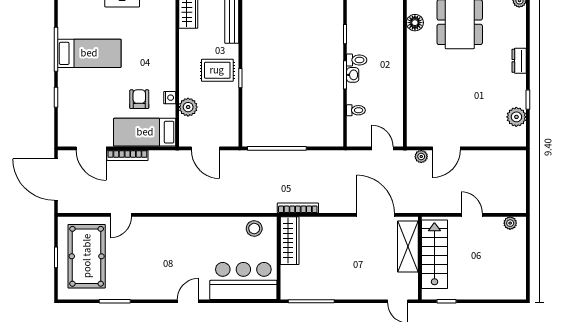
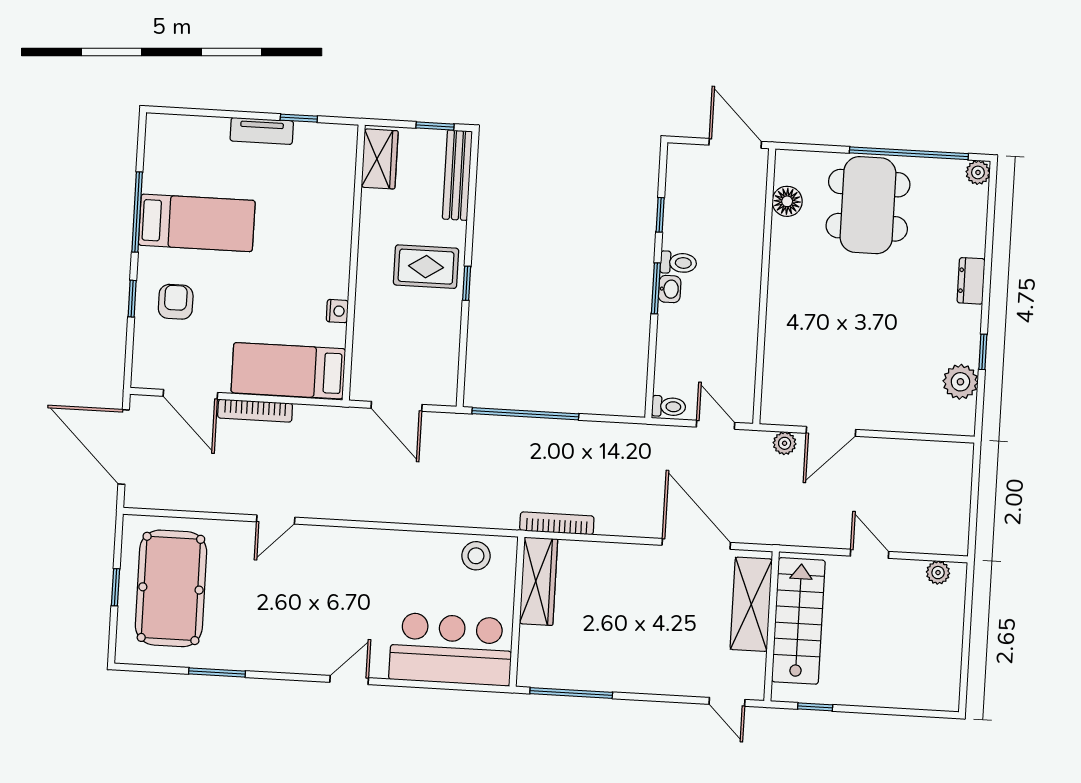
armchair: (139, 99) -> (176, 302), moved
plant: (188, 107) -> (370, 330), removed
toilet: (356, 110) -> (669, 406), moved
door: (121, 215) -> (276, 520), moved

